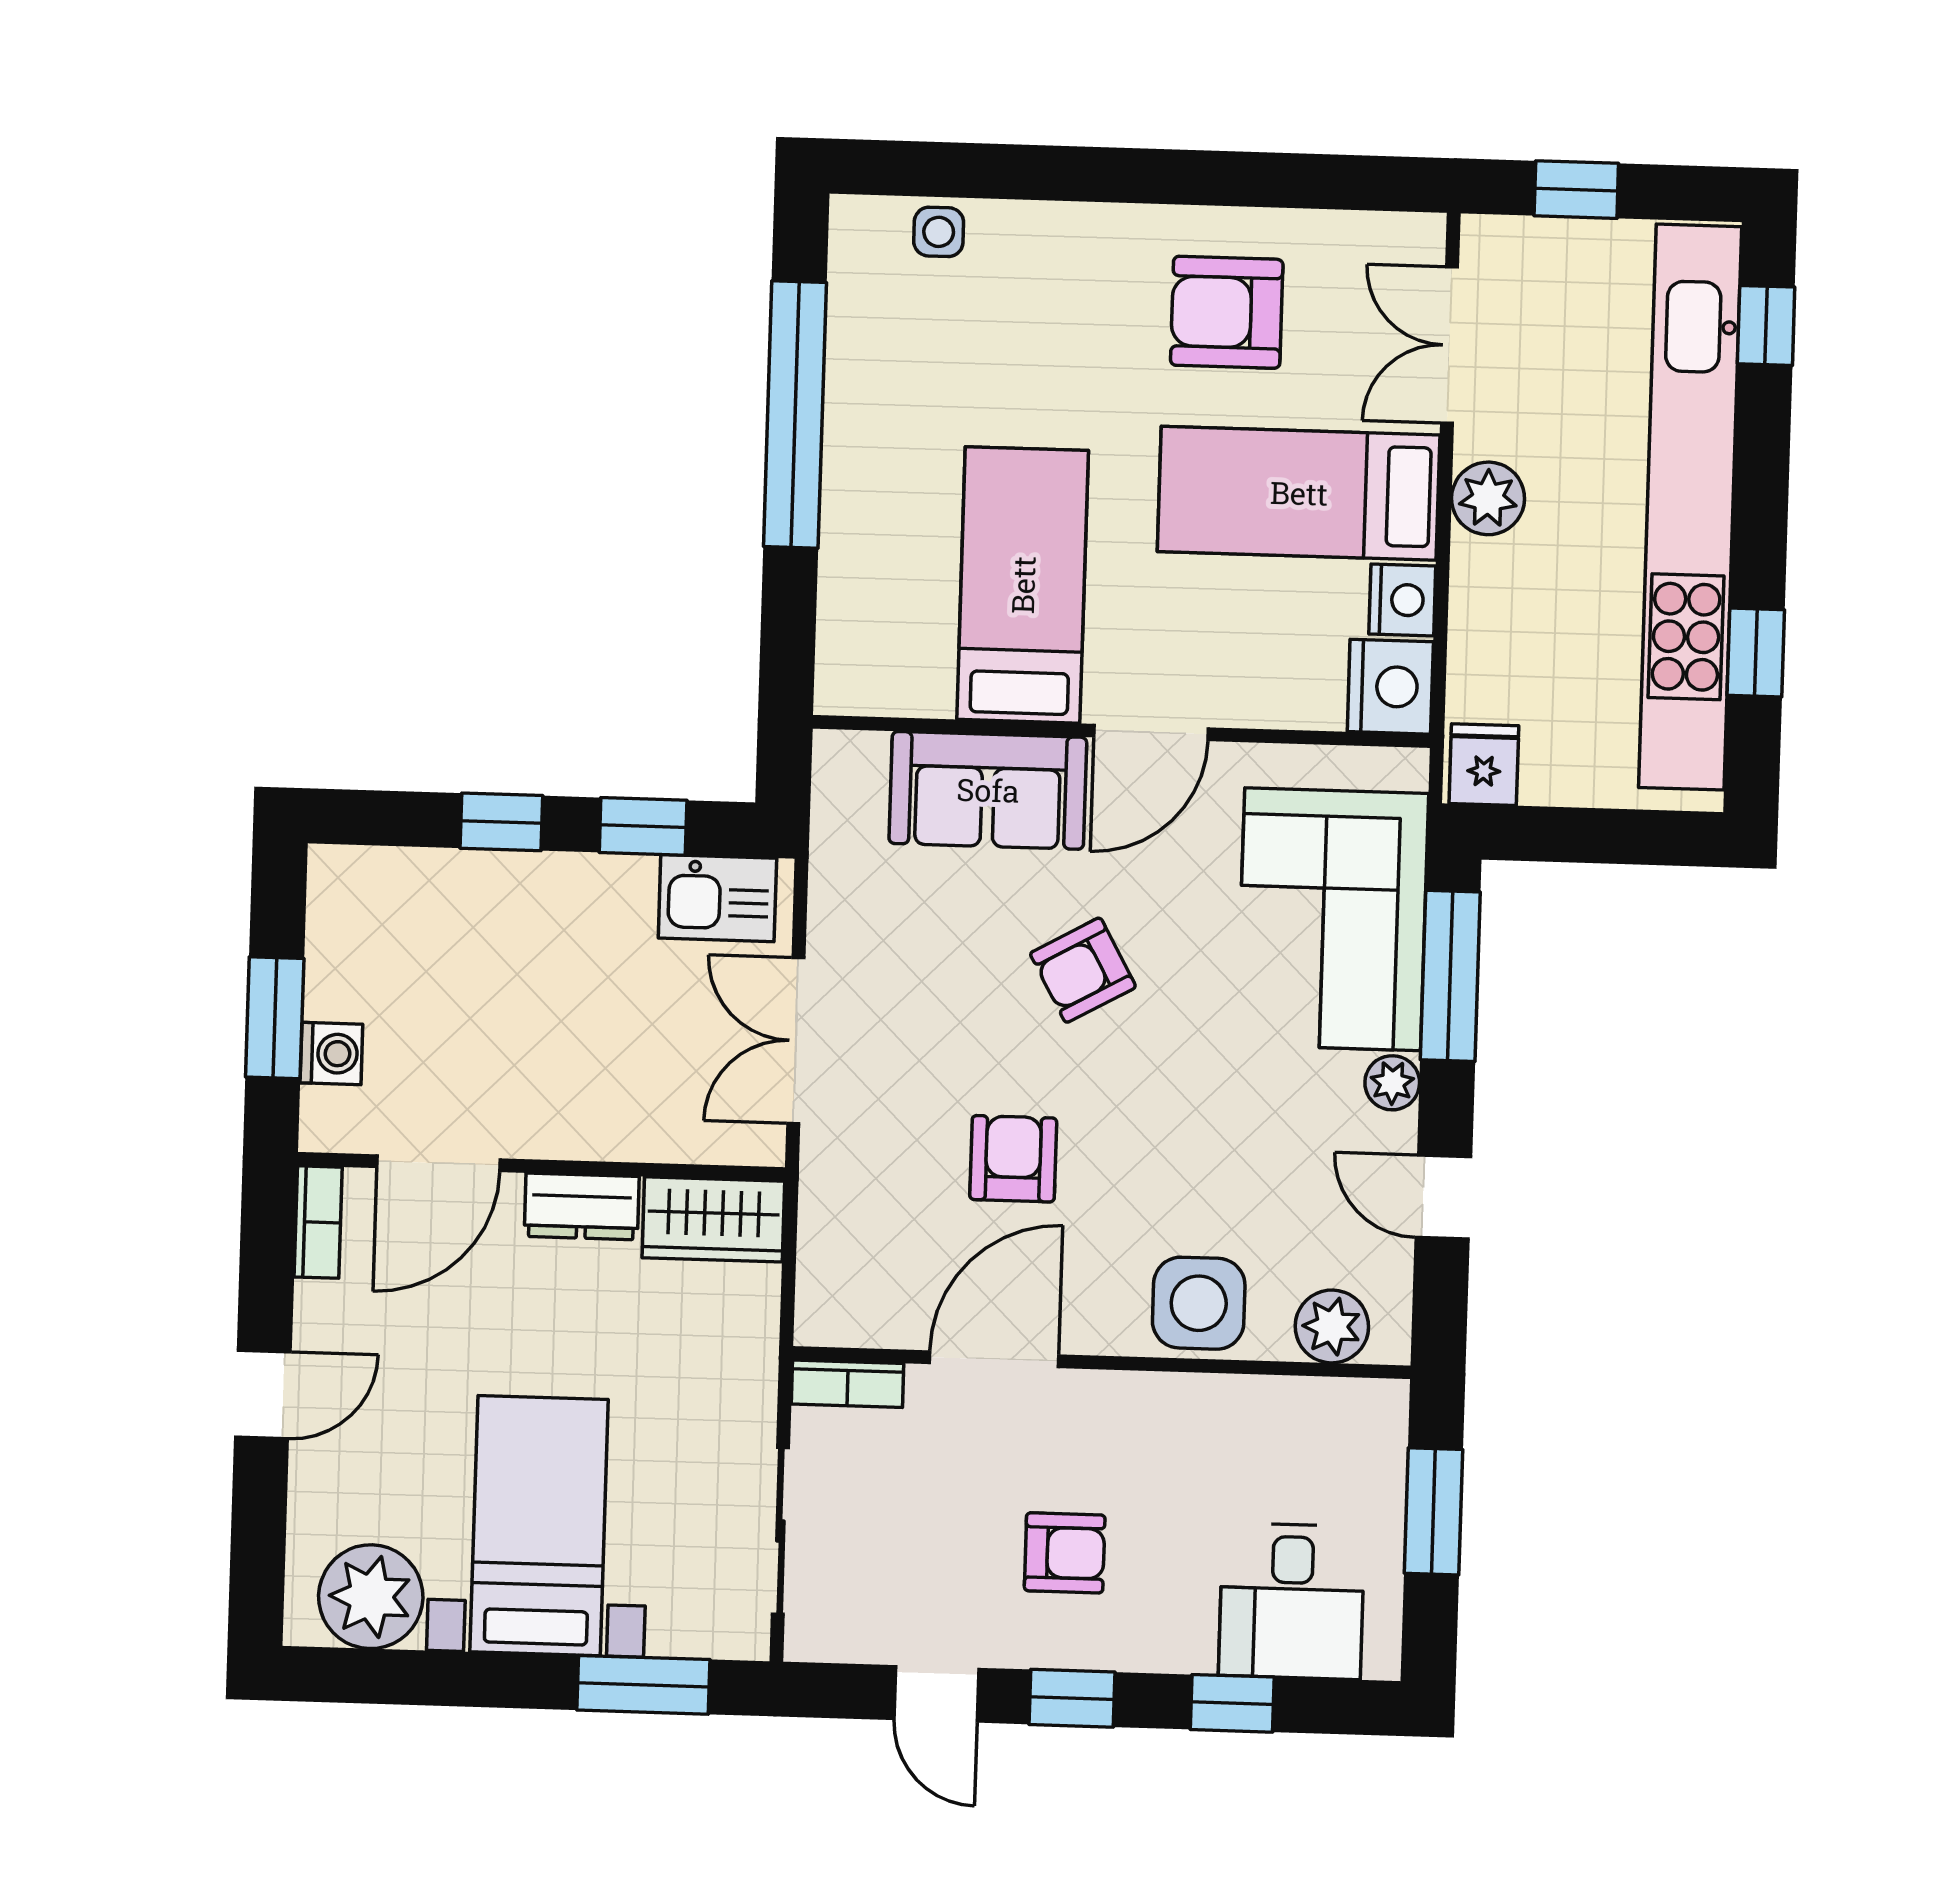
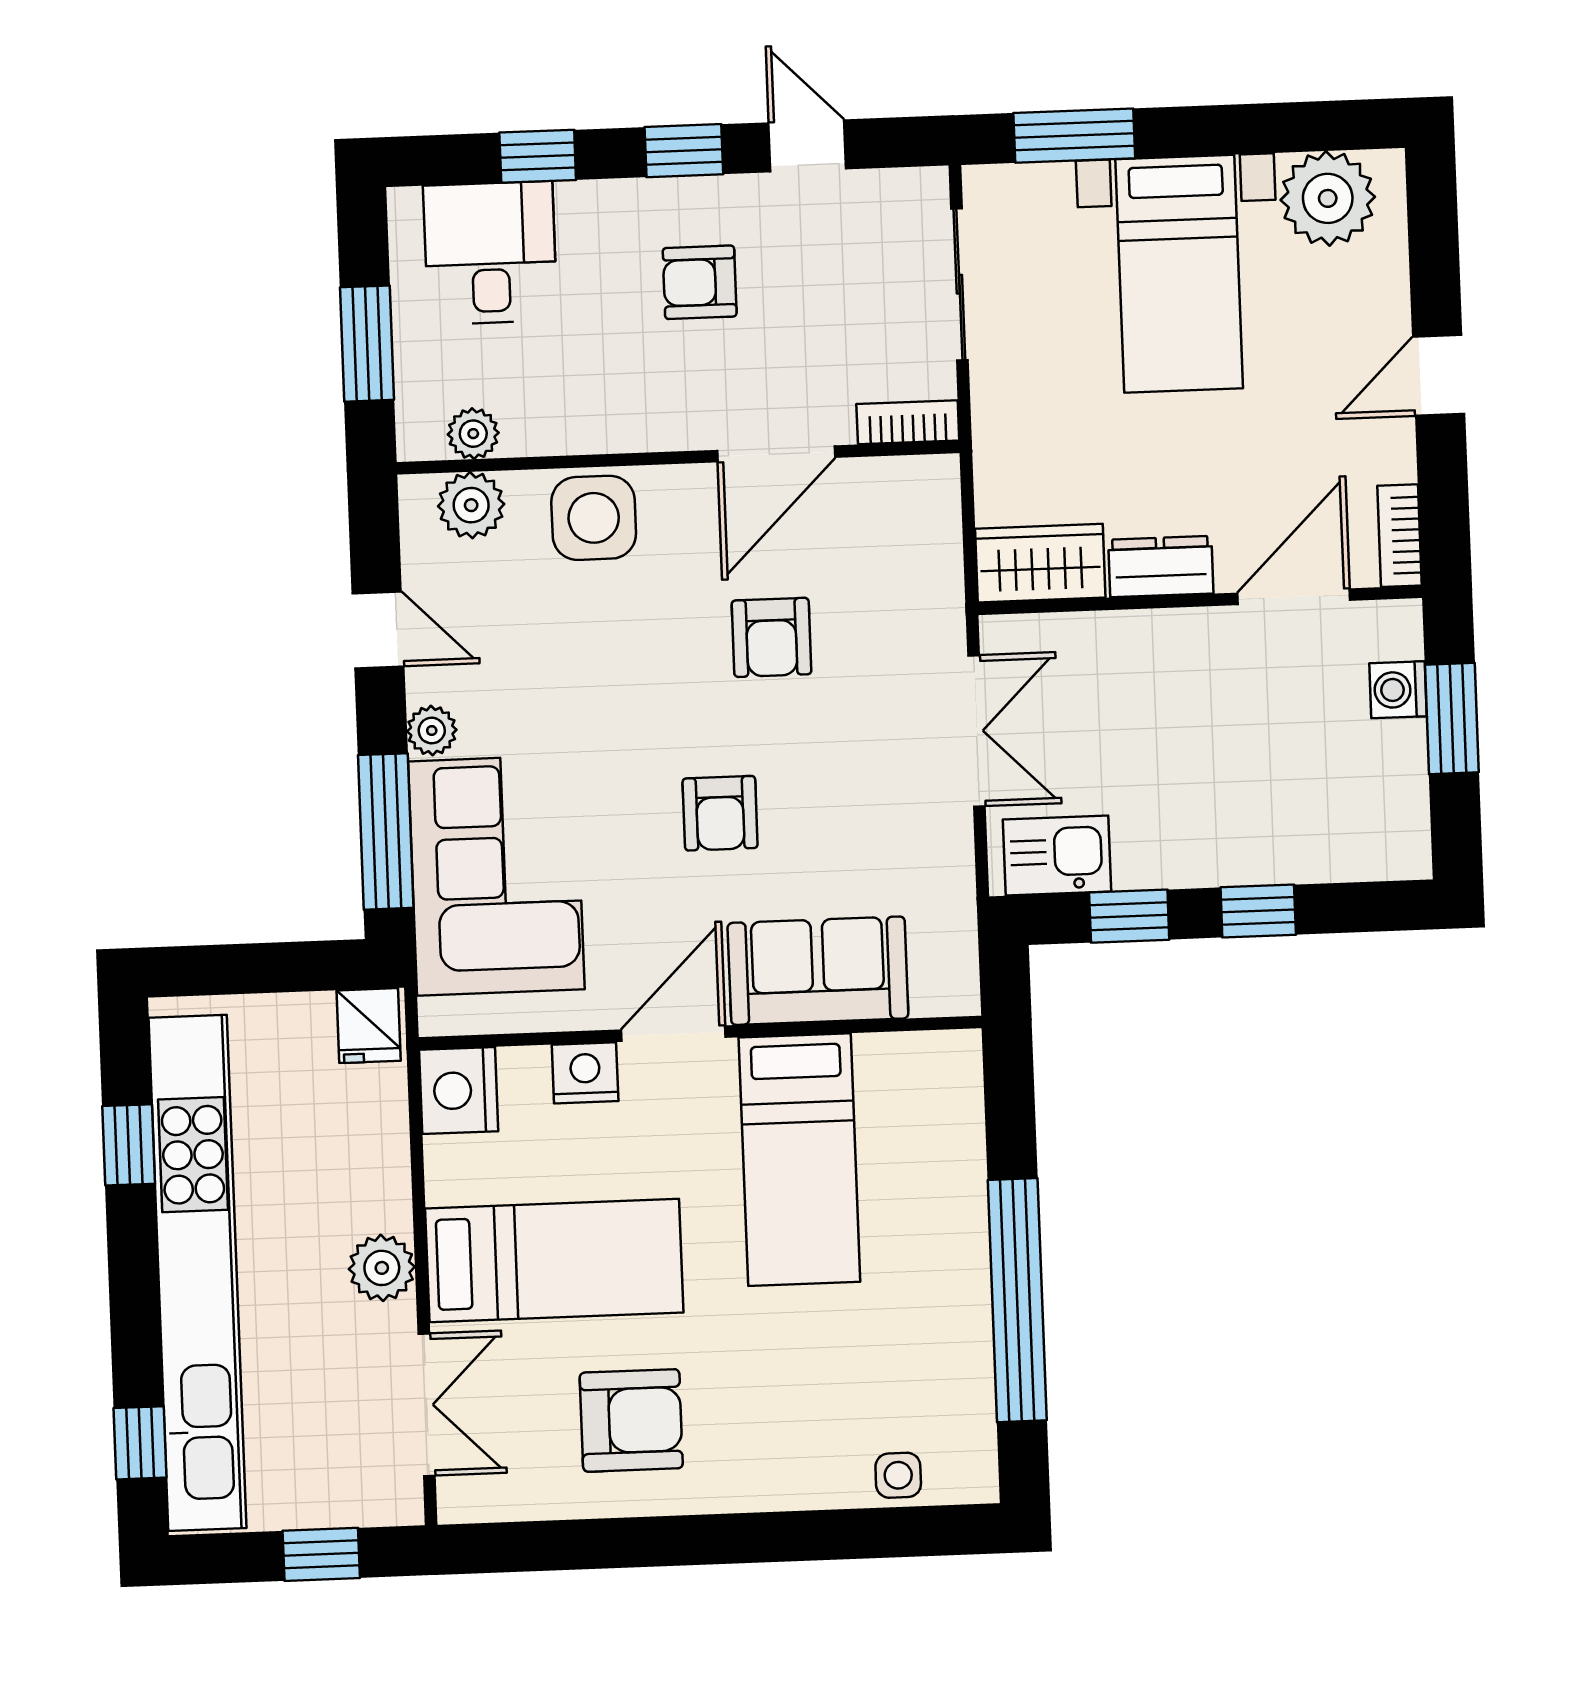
nightstand: (1402, 600) -> (585, 1073), moved, turned 90
armchair: (1083, 970) -> (720, 813), turned 119
plant: (1324, 1405) -> (473, 434), added

